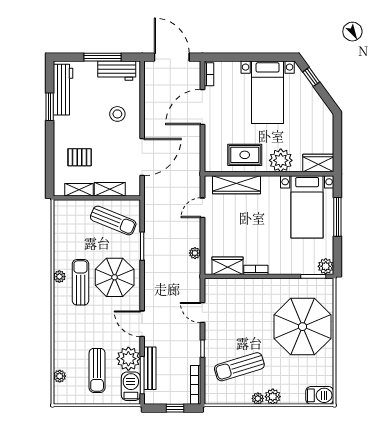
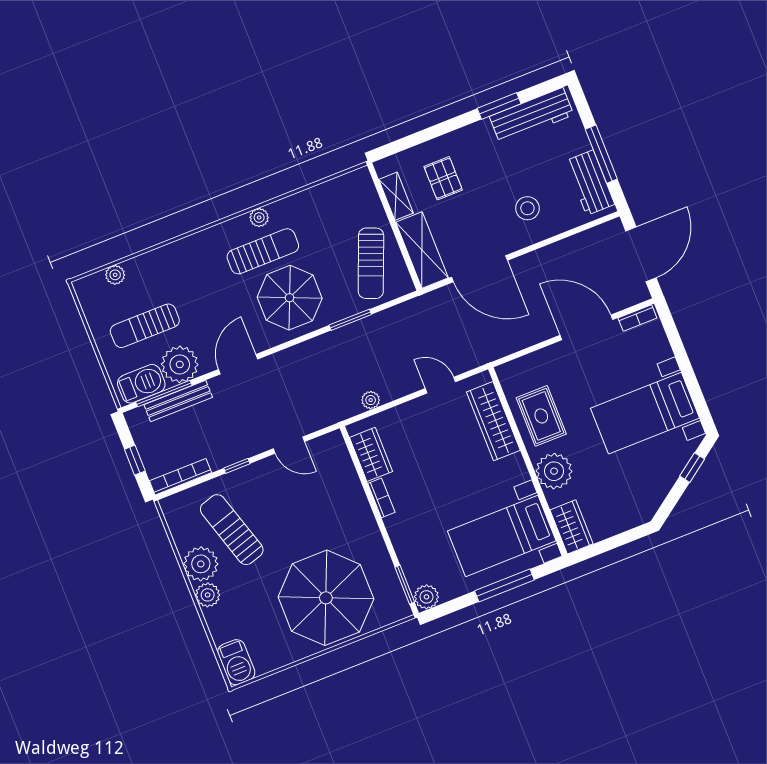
shelving: (110, 189) -> (422, 250), width x1.50, depth x1.33
door: (202, 313) -> (289, 445), swing flipped
plant: (258, 398) -> (201, 564), width x1.88, depth x1.88

